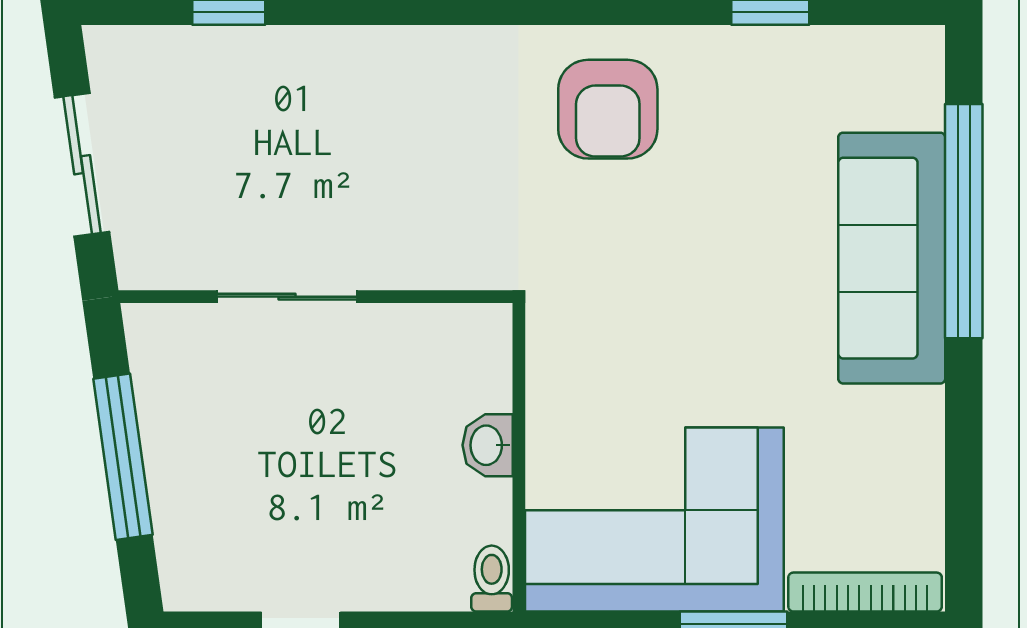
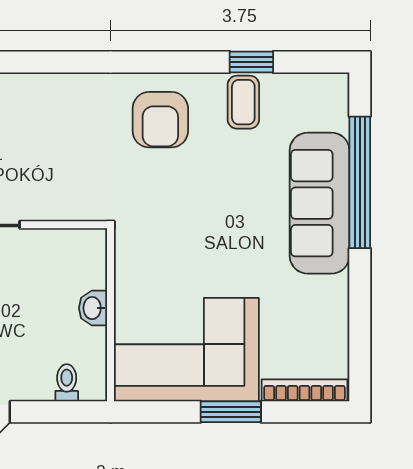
coffee table: (756, 78) -> (243, 102), added
toilet: (492, 579) -> (67, 383), moved

